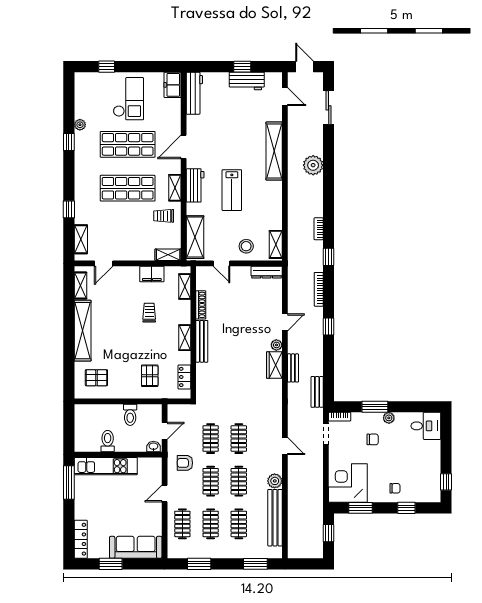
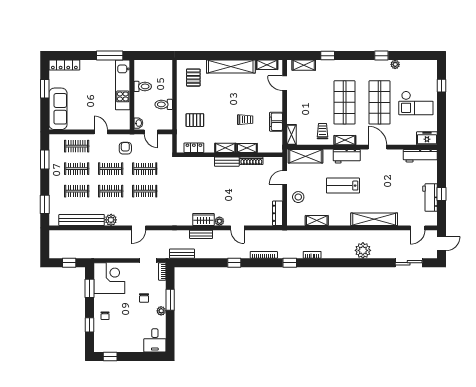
shelving: (276, 244) -> (317, 221), moved
shelving: (185, 286) -> (247, 148), moved
bench: (202, 341) -> (227, 162), width x0.73

